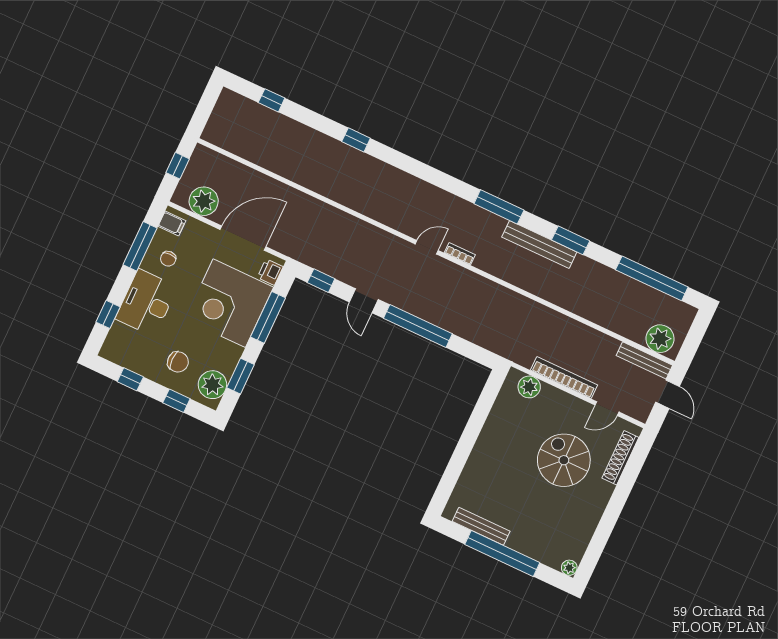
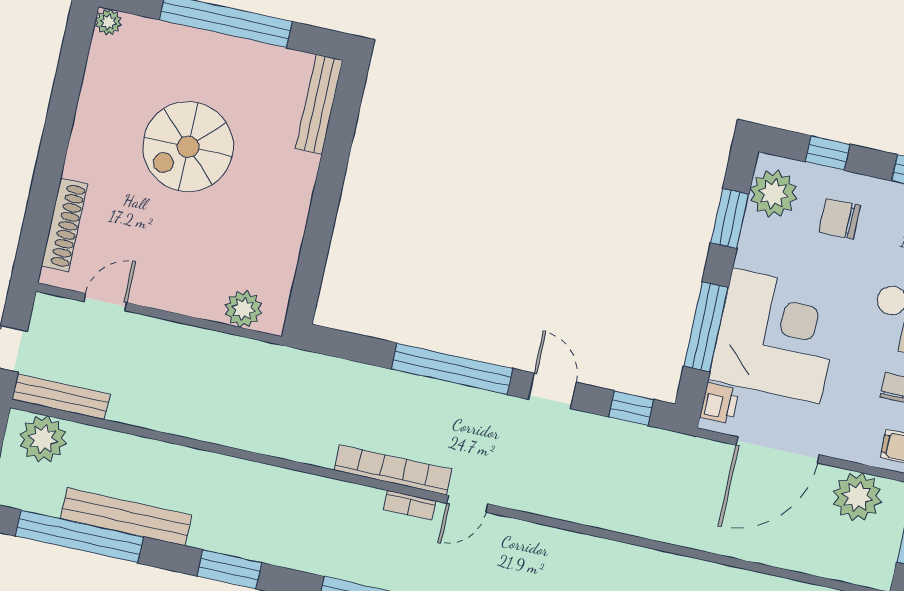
bench: (539, 245) -> (126, 517), moved
bookcase: (564, 378) -> (393, 470), moved, turned 180
spiral stairs: (564, 460) -> (188, 147), moved, turned 90
bench: (481, 526) -> (319, 104), moved, turned 90

